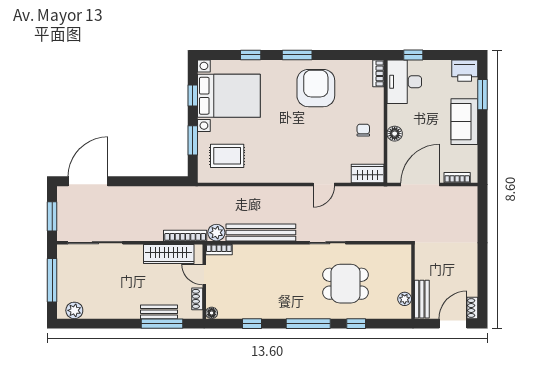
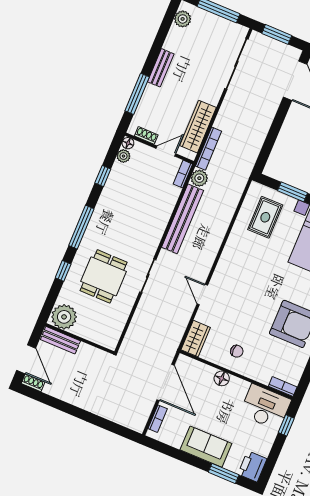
plant: (405, 299) -> (64, 317), width x1.88, depth x1.88
bench: (159, 312) -> (161, 68), moved
plant: (225, 312) -> (123, 156), added

